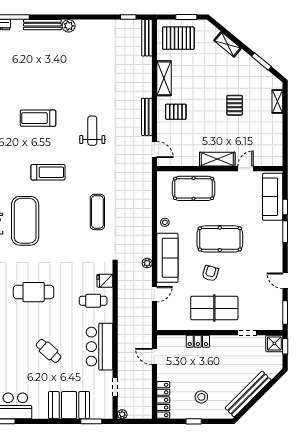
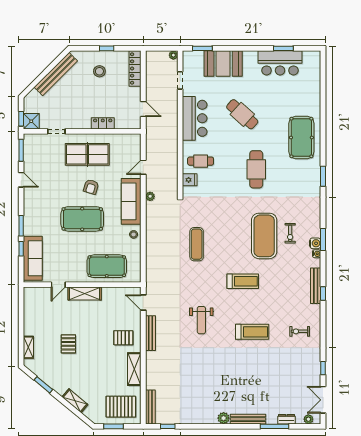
treadmill: (48, 172) -> (243, 281), turned 180
cafe table: (34, 292) -> (256, 169), turned 90
cafe table: (49, 351) -> (242, 114), width x1.37, depth x1.35

